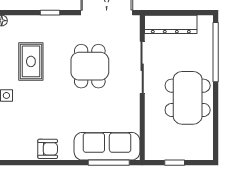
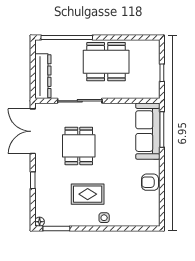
rug: (31, 61) -> (88, 194), moved
dining table: (90, 66) -> (79, 146), turned 90
armchair: (48, 149) -> (150, 182), turned -90

